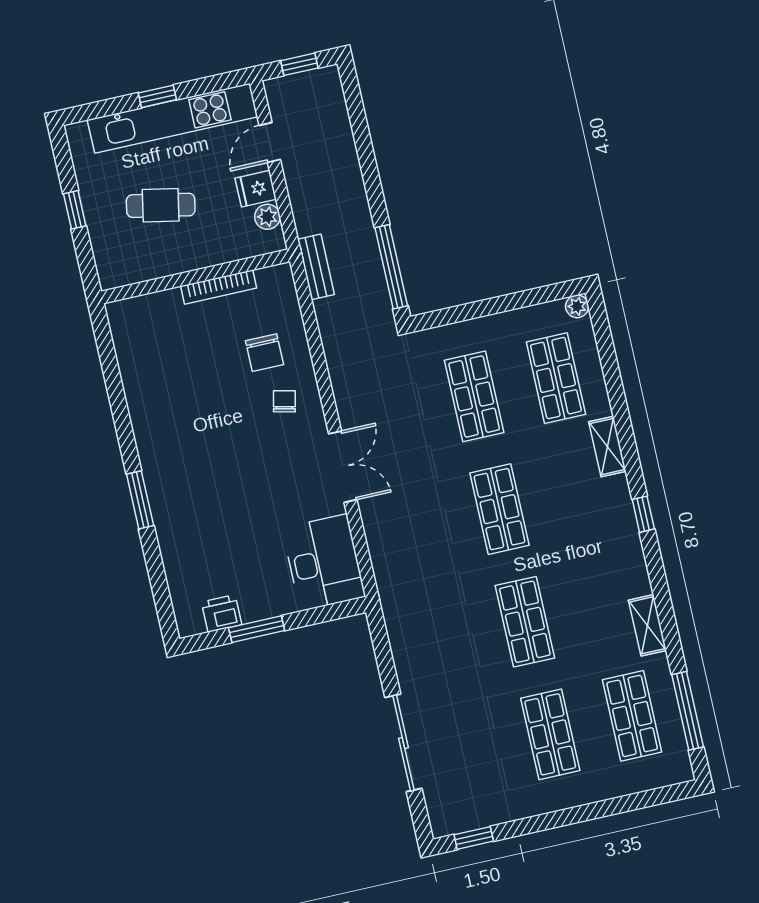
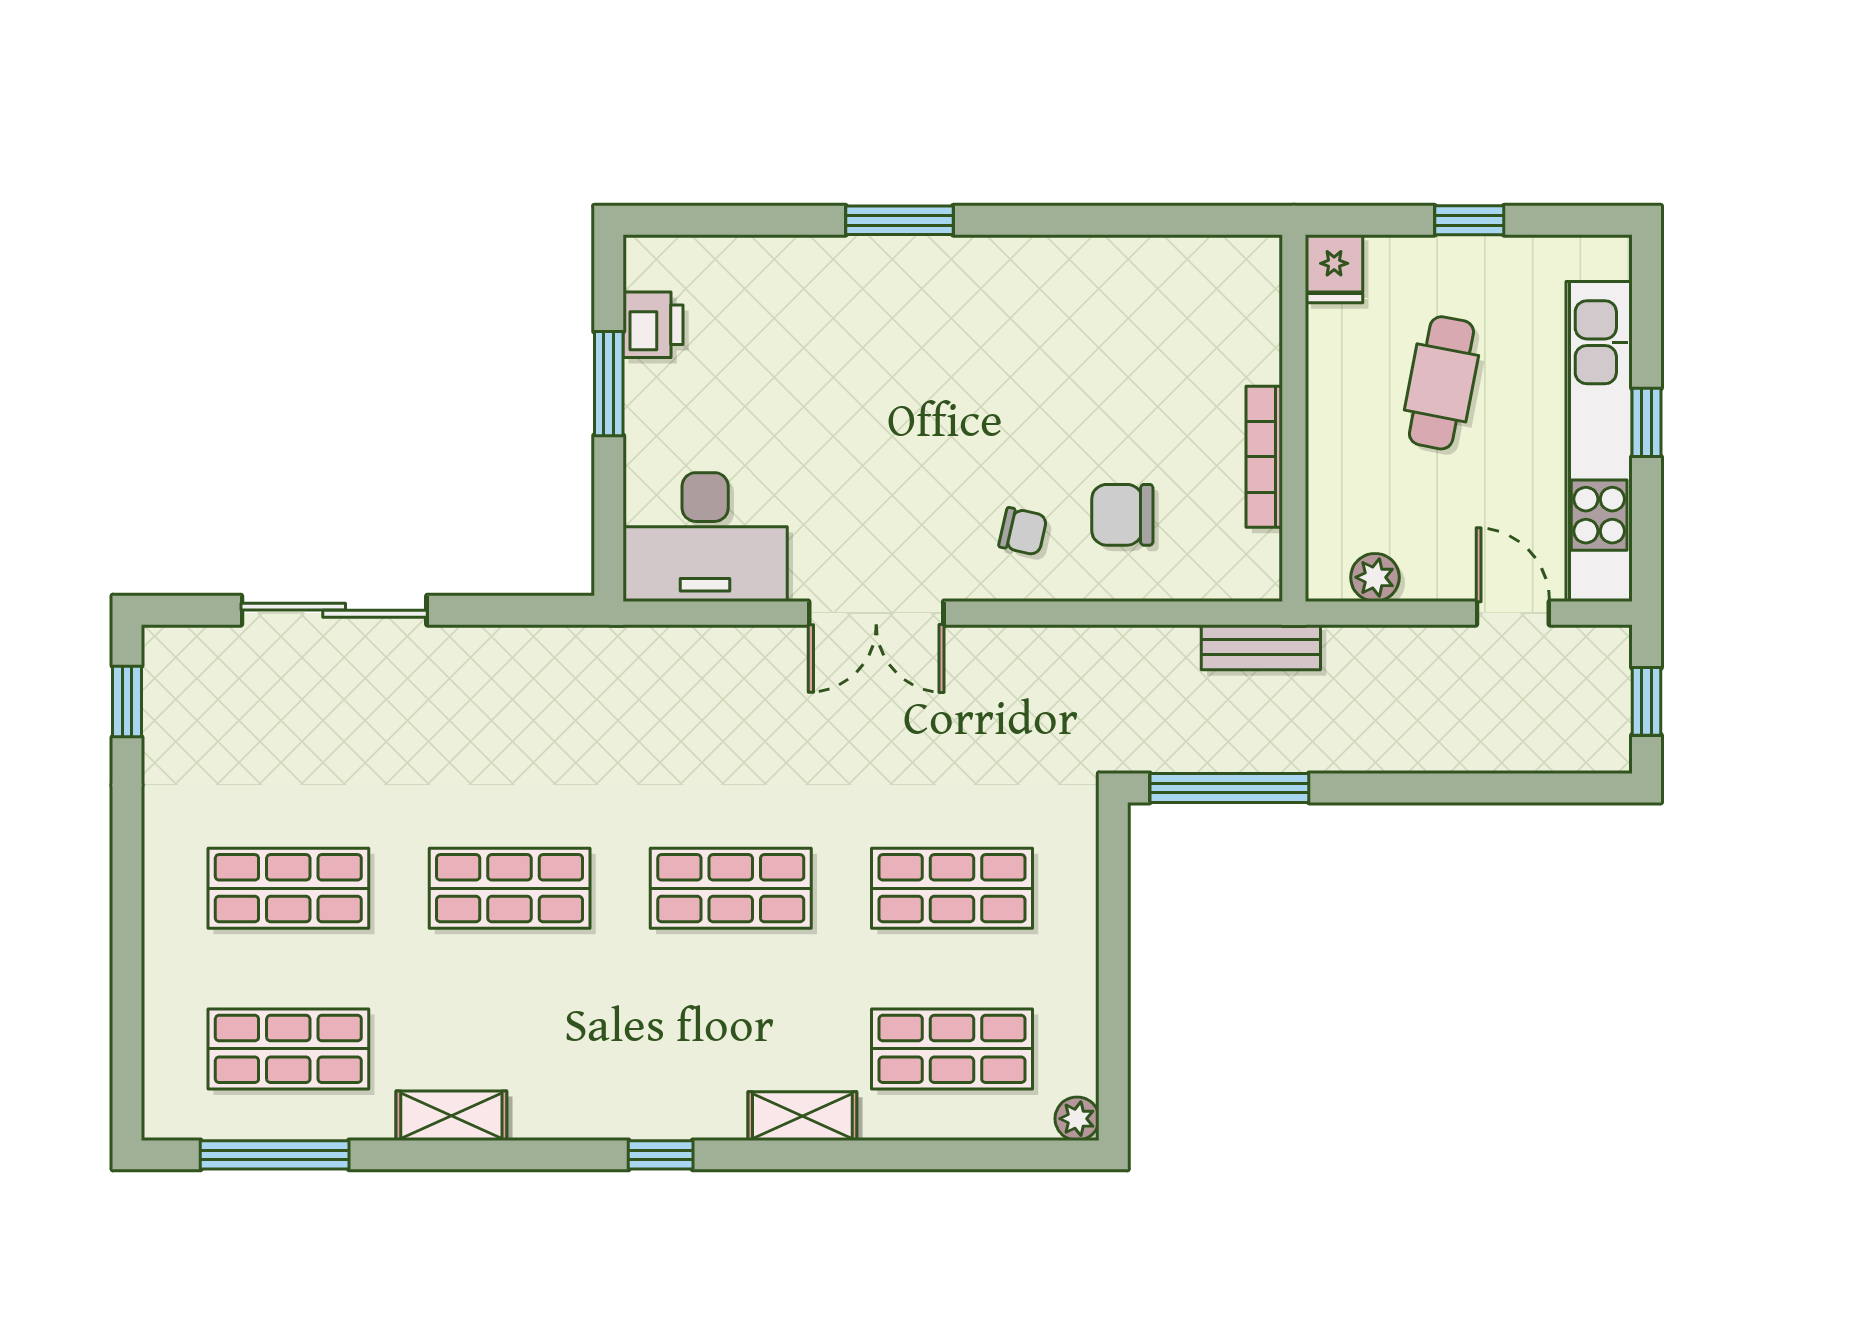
fridge: (256, 189) -> (1334, 269), moved, turned 180

